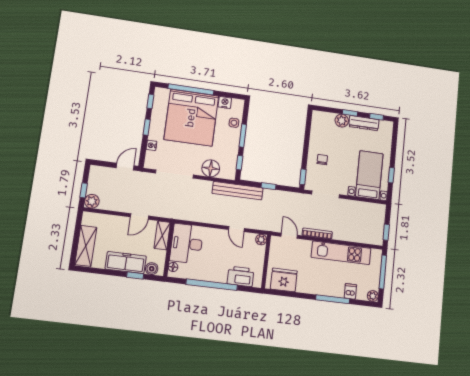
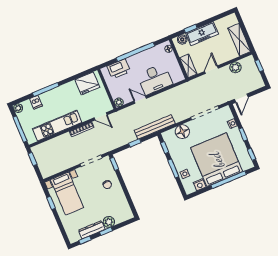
plant: (92, 201) -> (235, 67), moved
desk: (187, 244) -> (155, 79), moved, turned 90
shelving: (86, 246) -> (239, 40), moved

